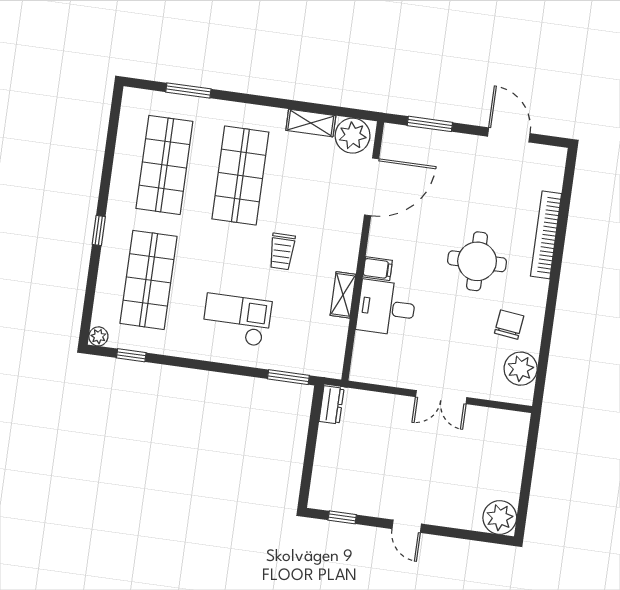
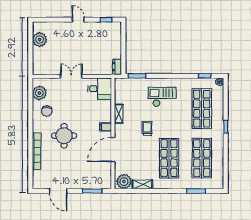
door: (372, 187) -> (113, 150), moved
desk: (386, 308) -> (100, 89), moved
checkout: (237, 320) -> (162, 97), turned 180
plant: (500, 518) -> (39, 40), moved

